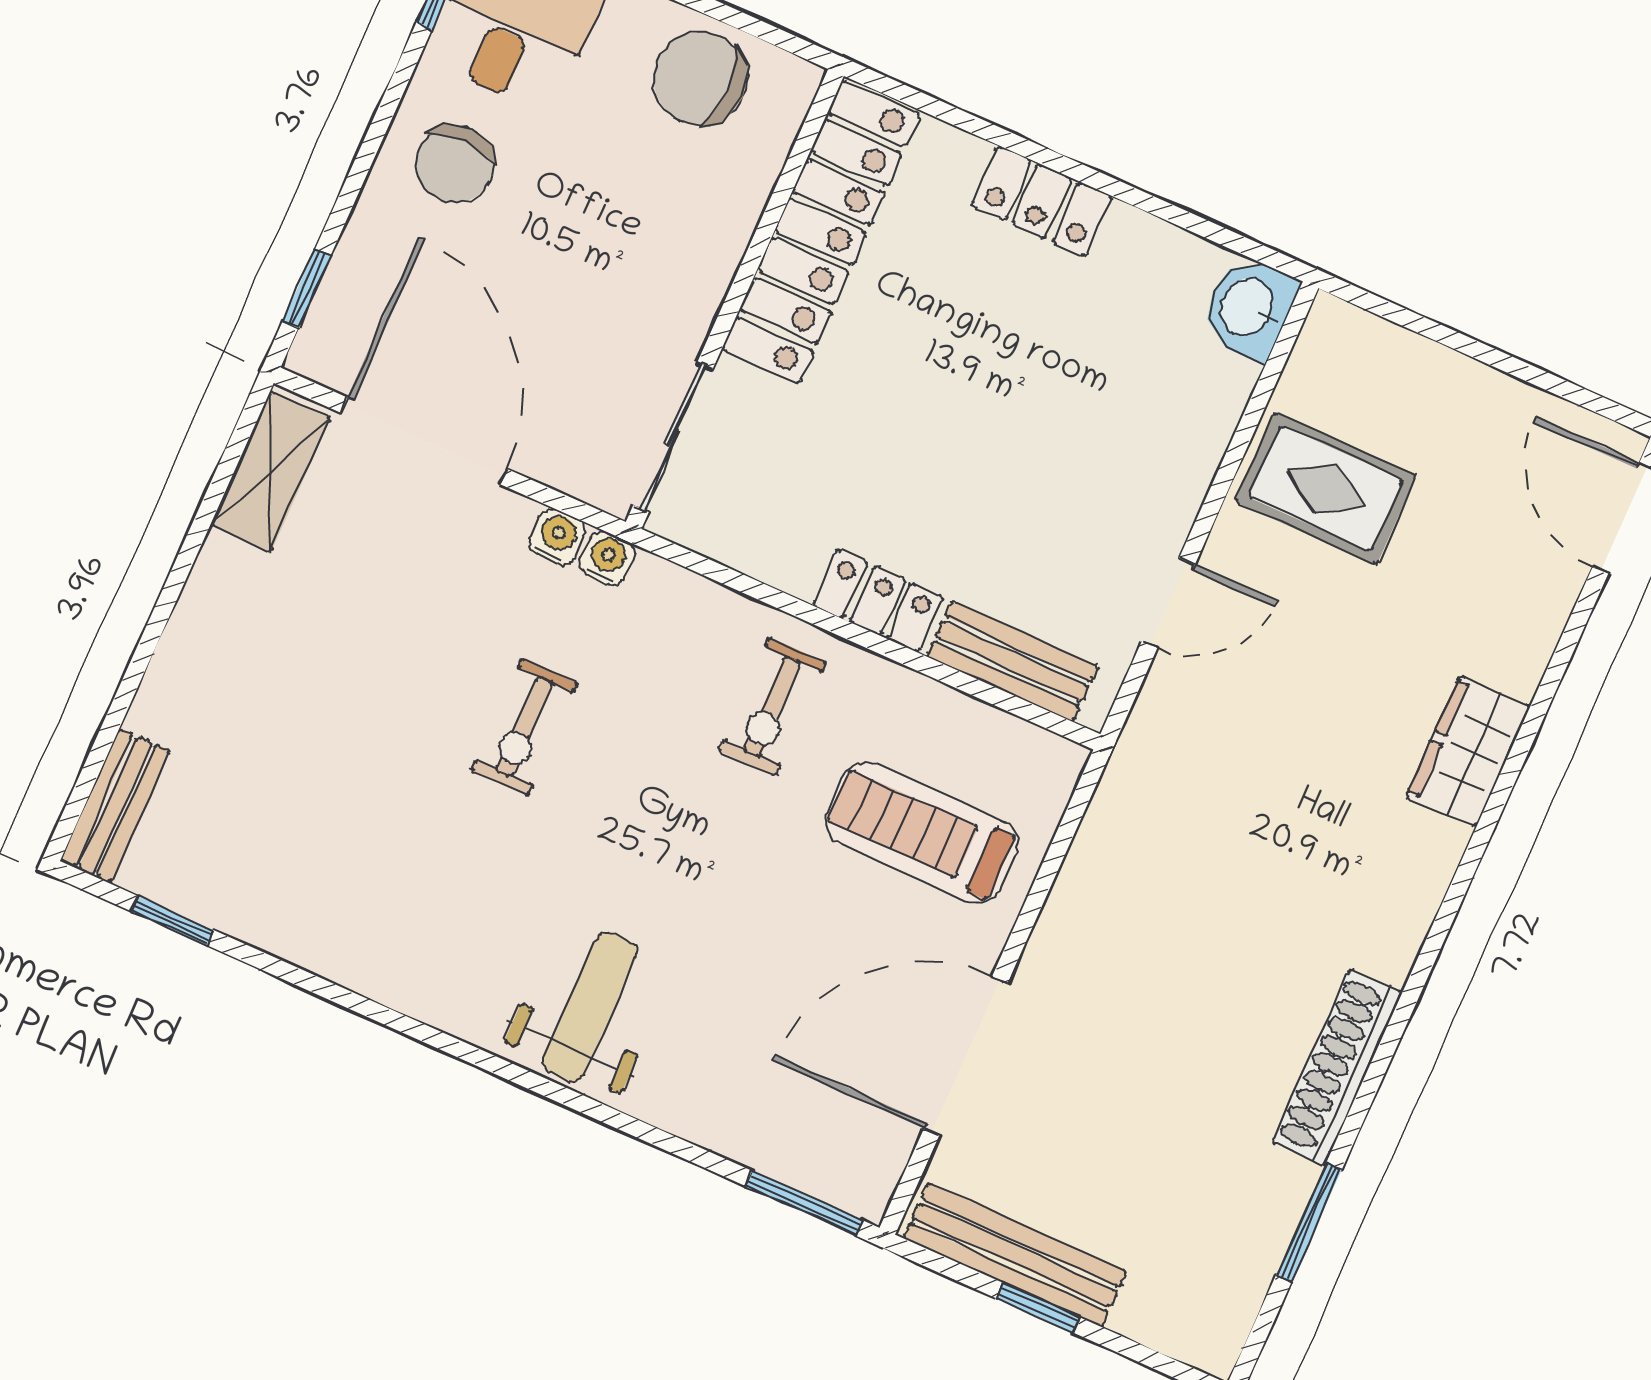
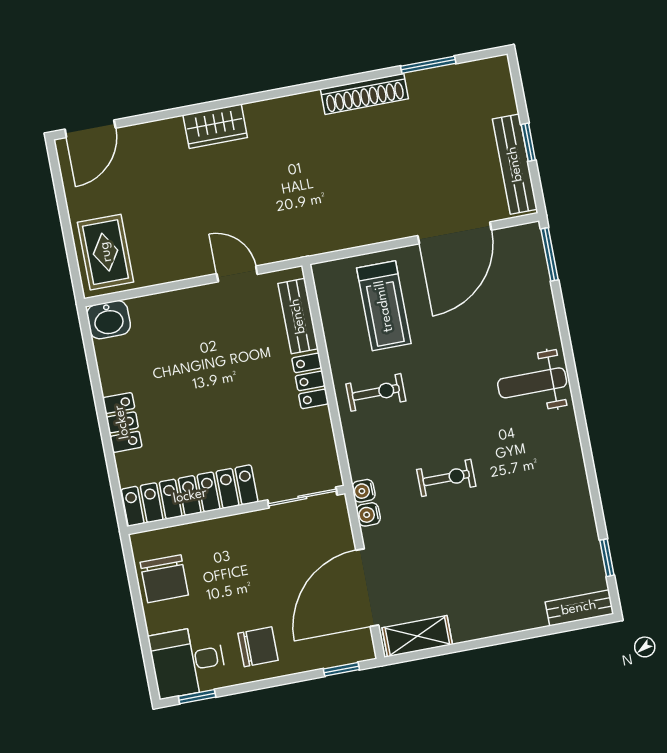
rug: (1326, 488) -> (106, 252), moved
door: (966, 1056) -> (455, 233), hinge flipped

